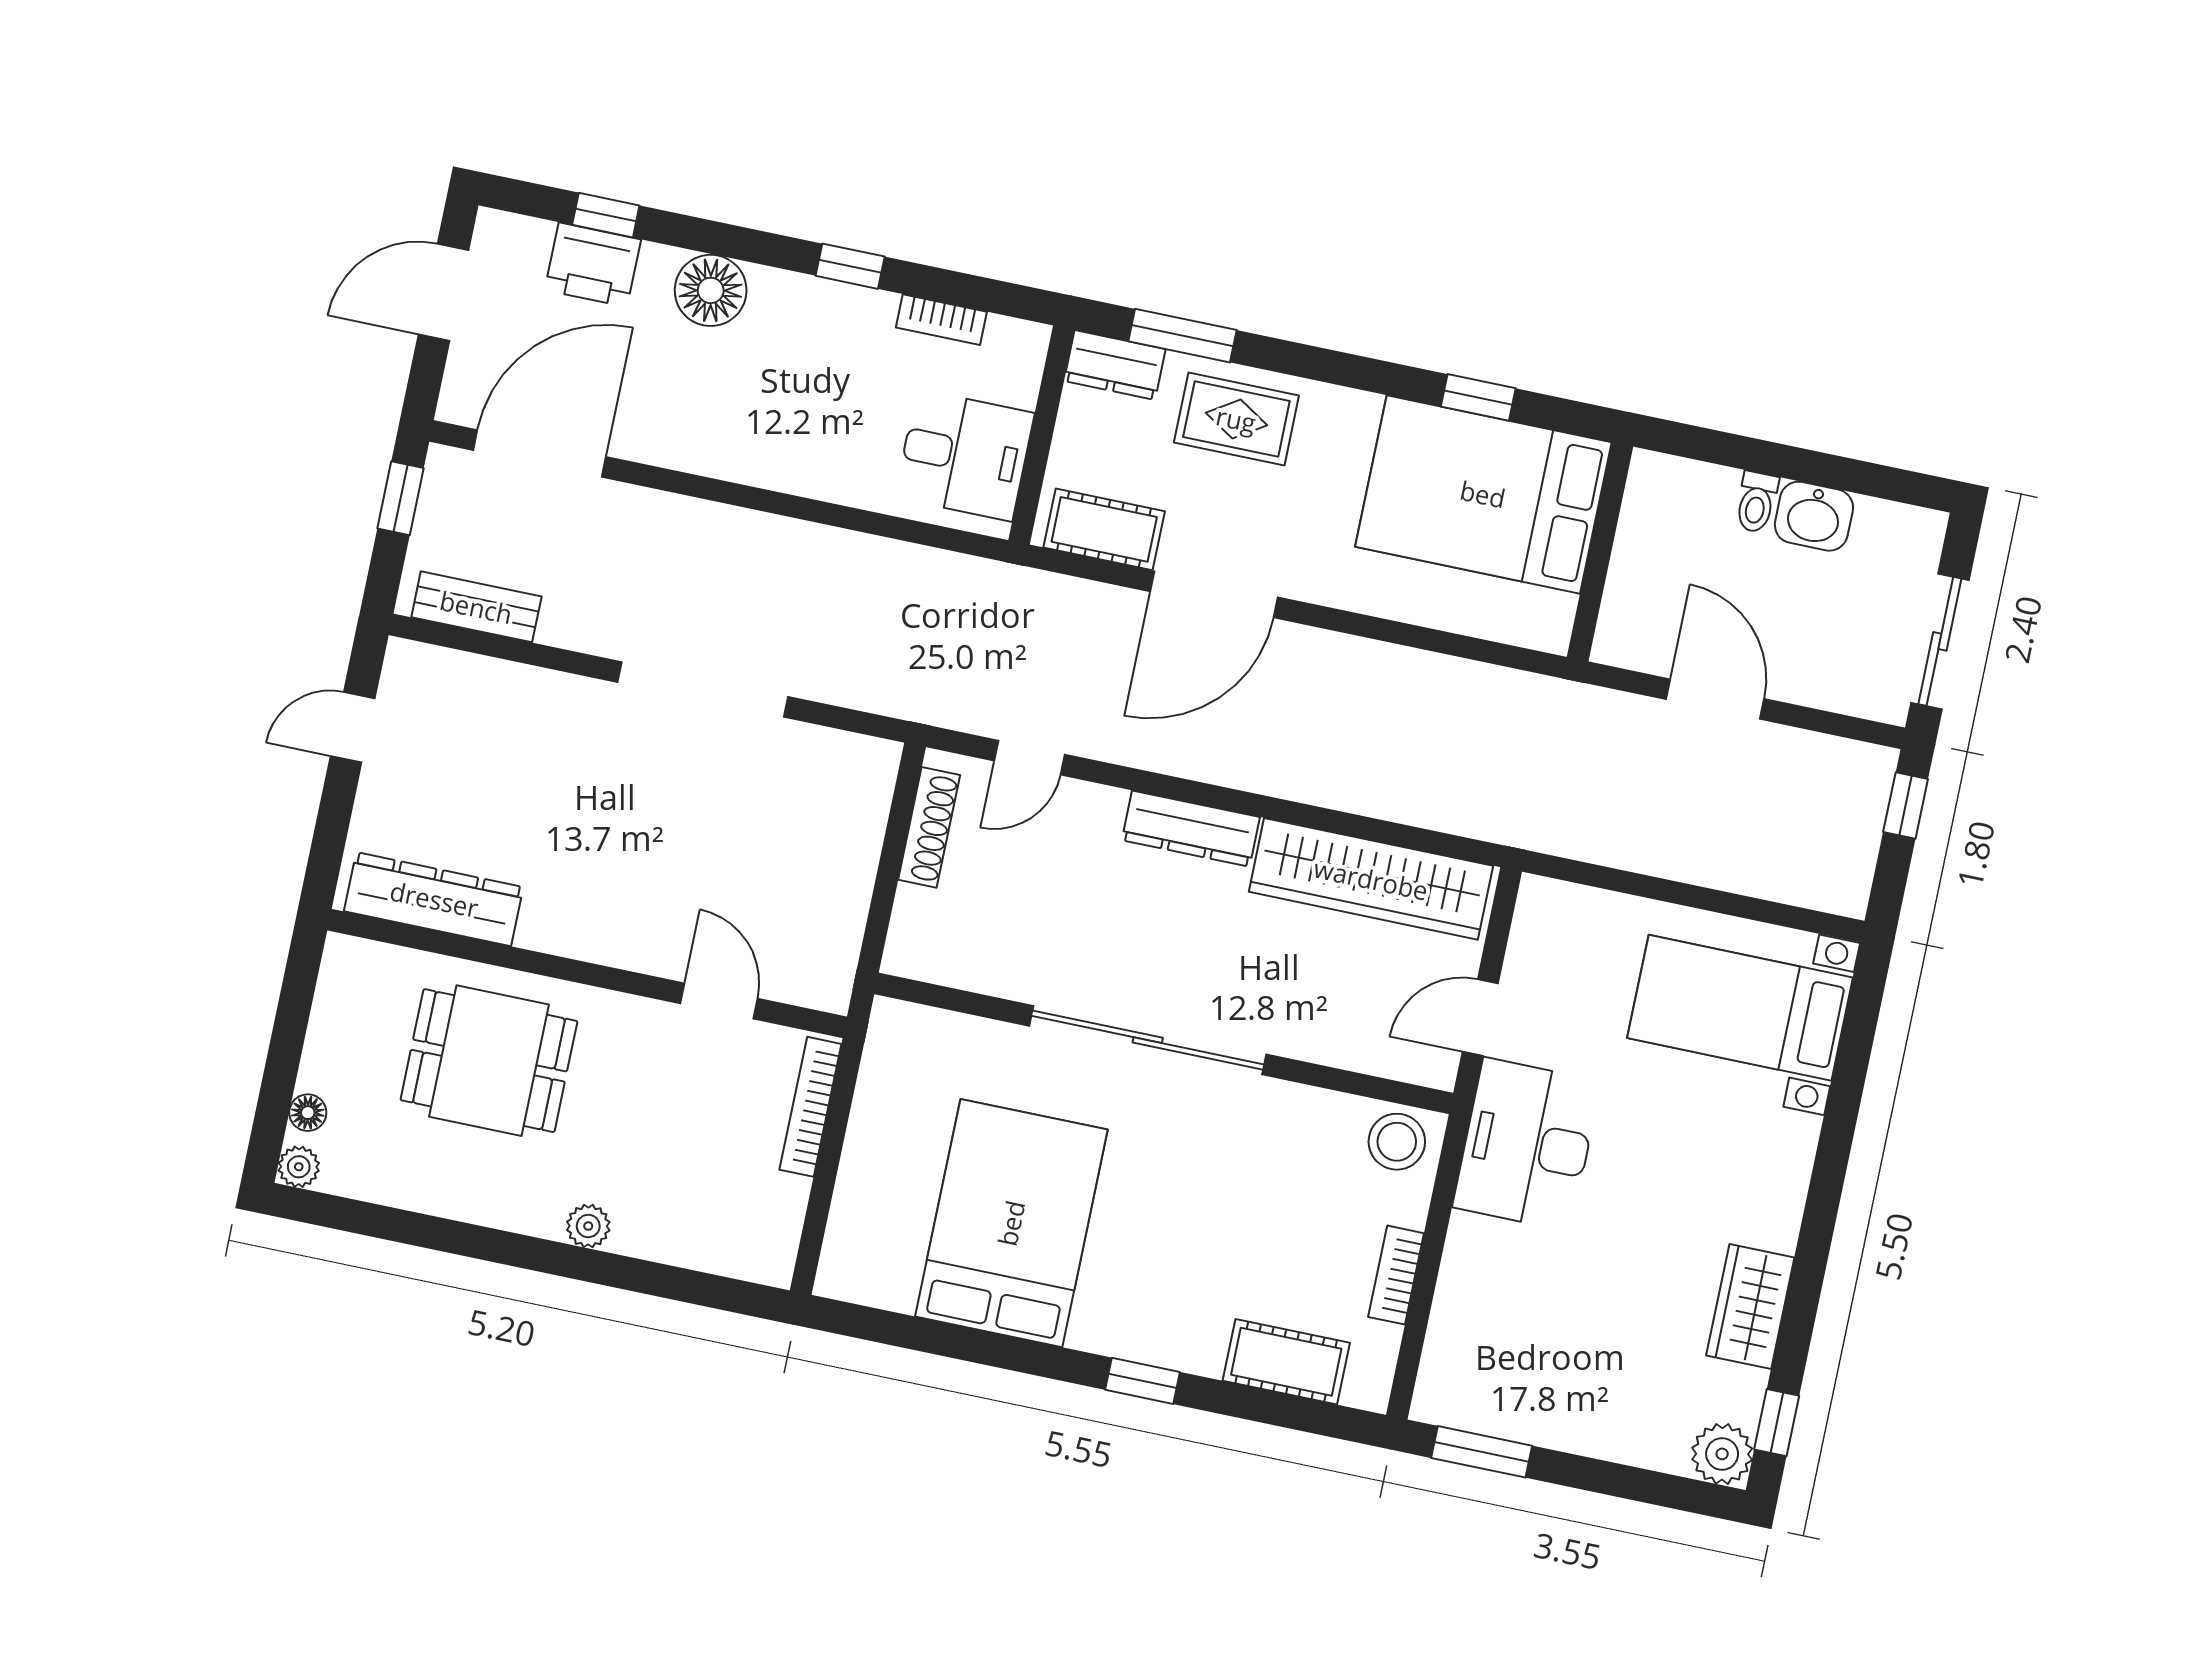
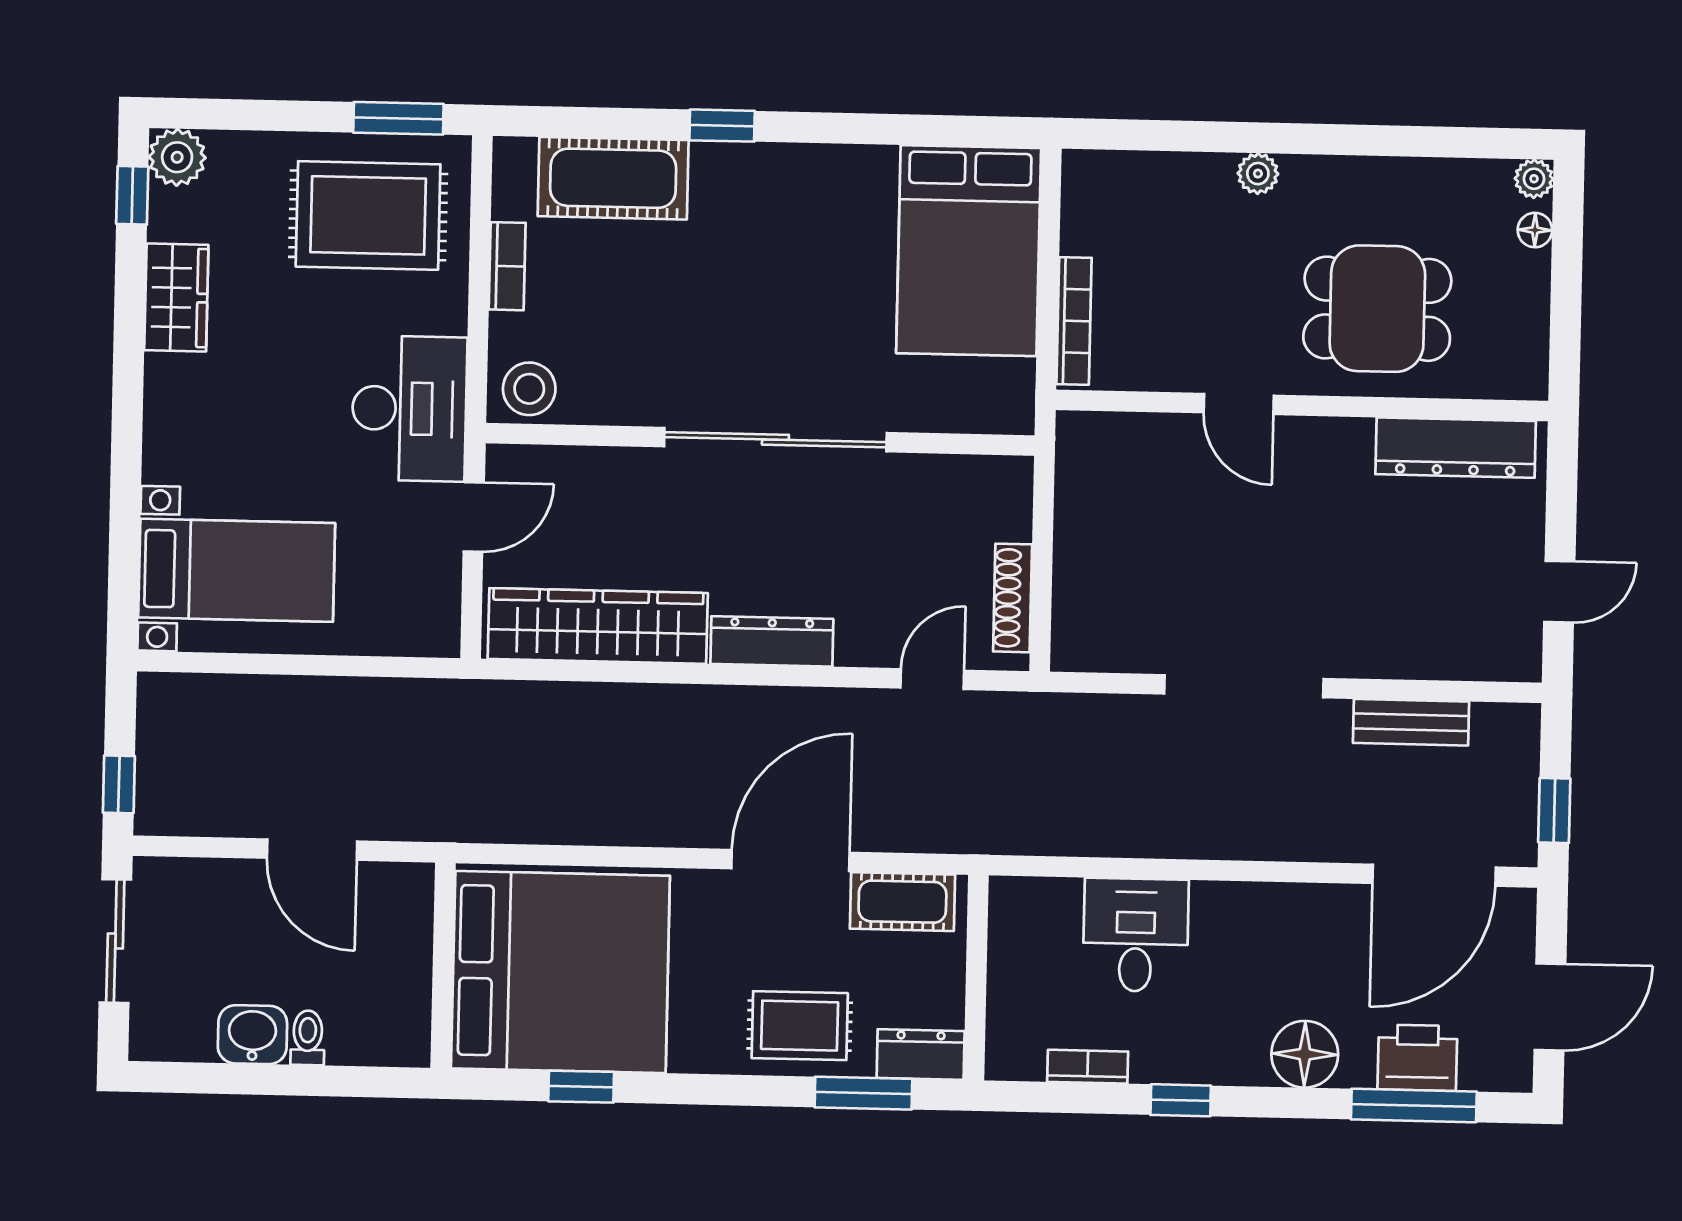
window: (606, 215) -> (1414, 1106), width x2.17
desk: (965, 455) -> (1136, 935), moved, turned 90
bed: (1483, 494) -> (560, 972), width x1.36
bench: (476, 607) -> (1411, 722), moved
door: (719, 1001) -> (1239, 404), moved
bed: (1011, 1223) -> (969, 251), moved
rug: (1532, 1356) -> (368, 215), added
cot: (1286, 1362) -> (613, 178), width x1.37, depth x1.34

